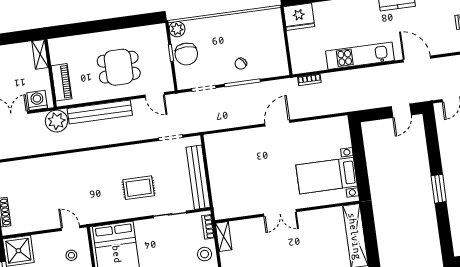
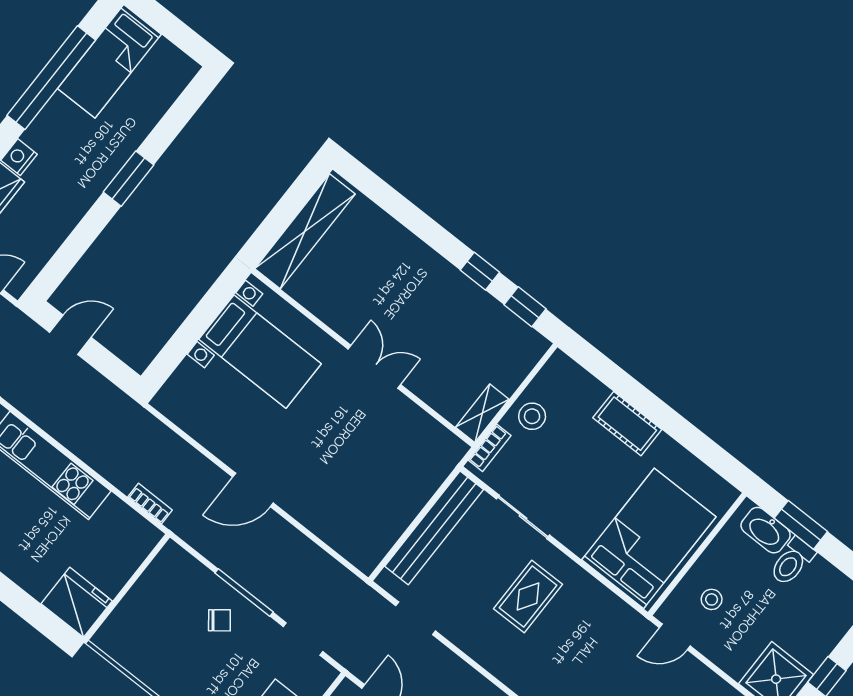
rug: (139, 188) -> (528, 597), turned 90
door: (71, 228) -> (675, 637), hinge flipped

